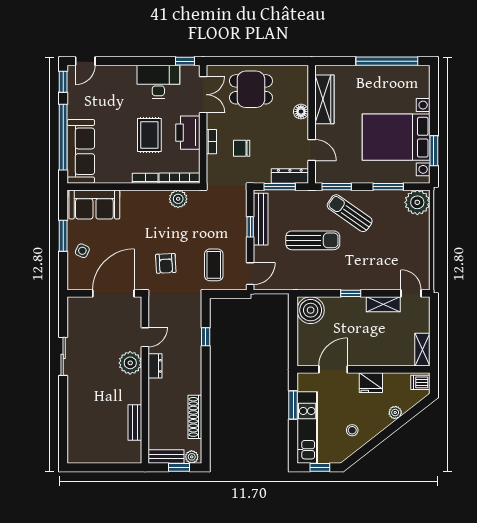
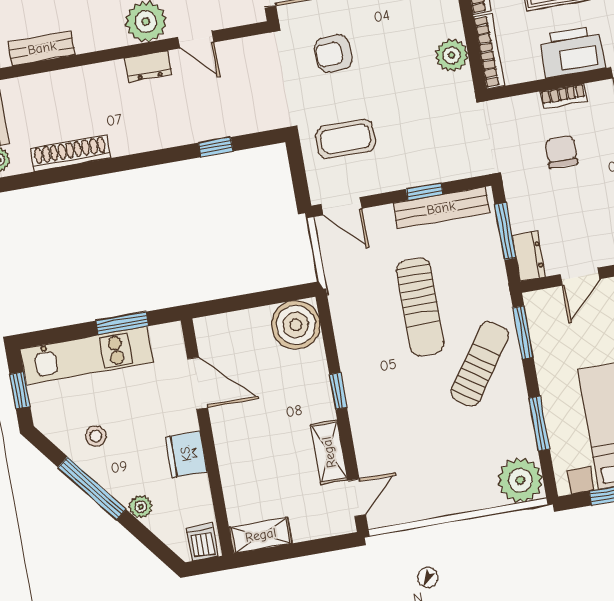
dresser: (290, 176) -> (529, 256), width x0.70
window: (380, 437) -> (92, 488), added

